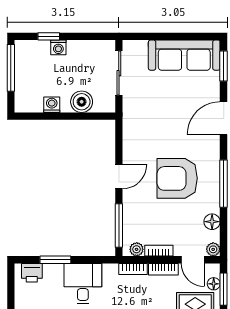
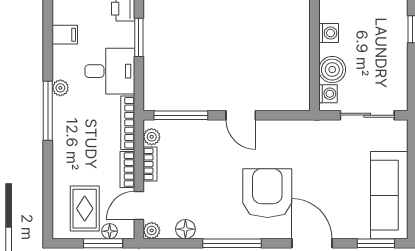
washing machine: (58, 47) -> (328, 94), moved, turned 180
armchair: (177, 178) -> (267, 193), moved
bookcase: (133, 269) -> (128, 123), width x1.56

